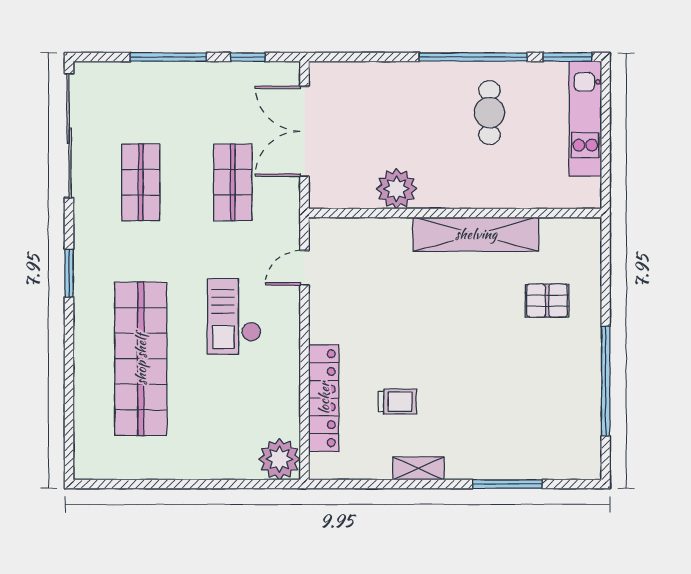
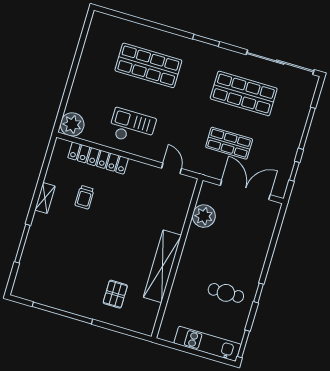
window: (473, 57) -> (259, 293), width x0.32
shop shelf: (141, 182) -> (244, 93), width x1.43, depth x1.36
plant: (396, 189) -> (204, 216), moved
checkout: (234, 316) -> (132, 127), moved
shop shelf: (141, 359) -> (148, 65), width x0.71

